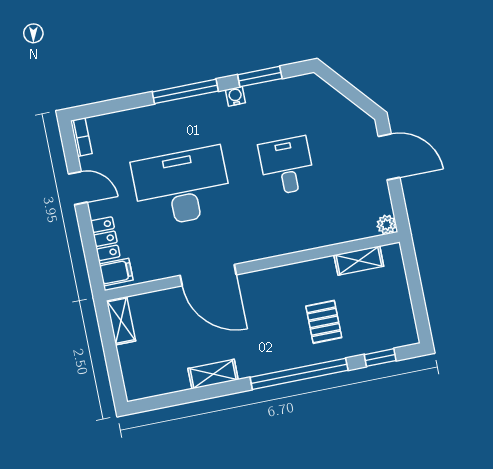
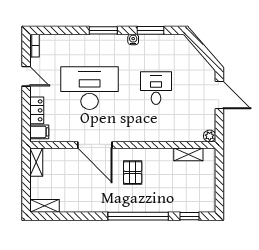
window: (185, 91) -> (103, 30), width x0.69
pallet: (324, 322) -> (133, 173), moved
shelving: (213, 374) -> (45, 206), moved

